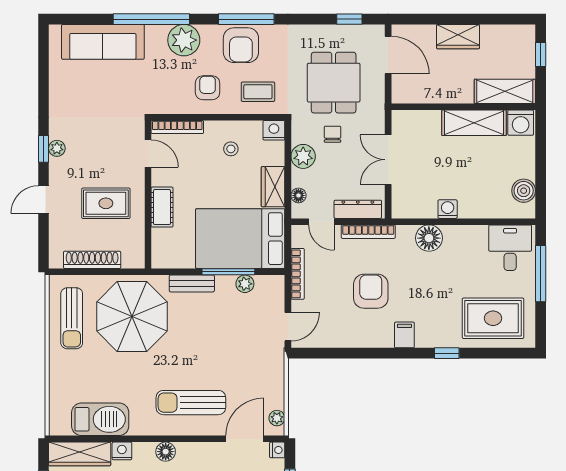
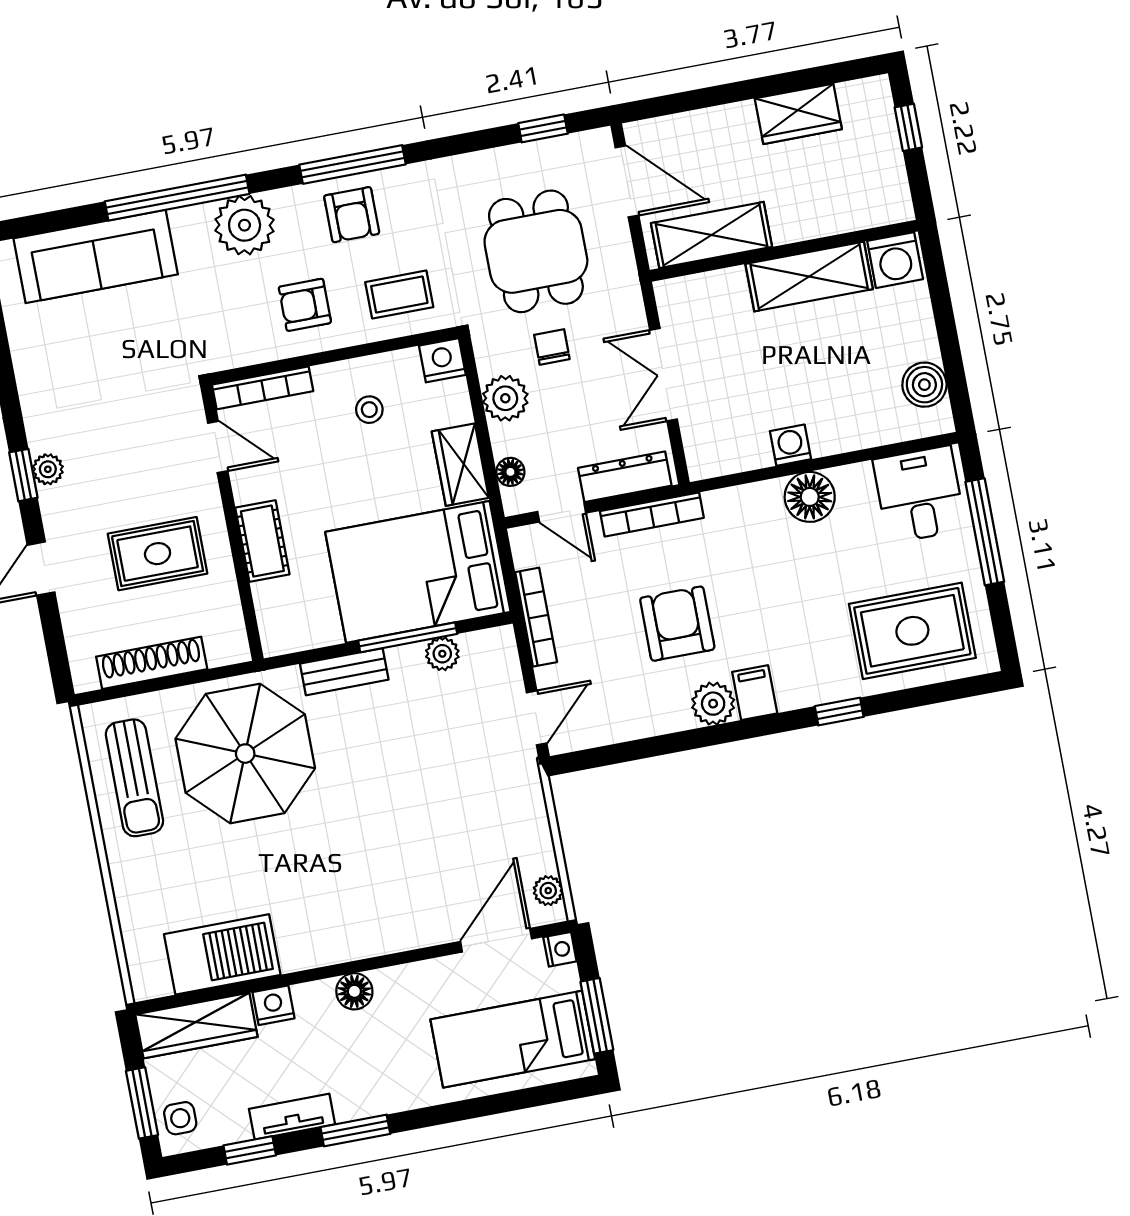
wardrobe: (458, 37) -> (798, 114), moved
armchair: (241, 45) -> (352, 215), width x0.72, depth x0.72
armchair: (208, 88) -> (305, 305), turned -90
shelving: (505, 91) -> (712, 235), moved
floor lamp: (429, 238) -> (810, 497), moved
plant: (382, 337) -> (713, 704), added
sun lounger: (191, 403) -> (384, 892), removed

